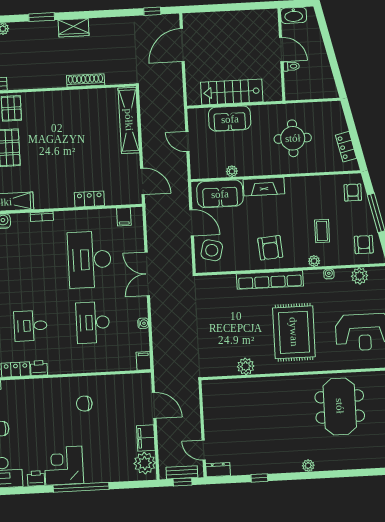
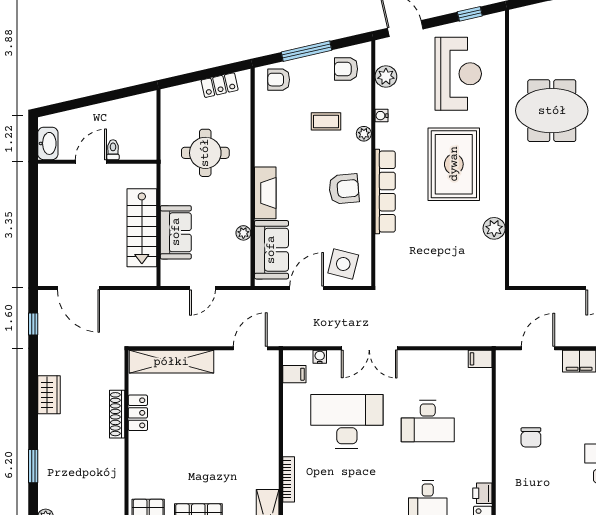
wardrobe: (74, 28) -> (49, 395), moved
locker: (89, 199) -> (138, 413), moved, turned 180
bookcase: (42, 217) -> (289, 479), width x1.56
desk: (89, 260) -> (347, 421), turned 180
water cooler: (143, 323) -> (320, 357), moved
rug: (294, 332) -> (454, 164), turned 90

